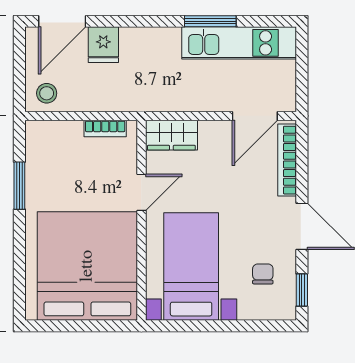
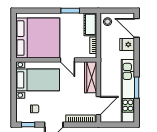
kitchen unit: (239, 43) -> (128, 91), width x1.36
door: (255, 116) -> (98, 106), swing flipped
wardrobe: (171, 135) -> (91, 77), width x1.50
cot: (53, 136) -> (90, 24), added

